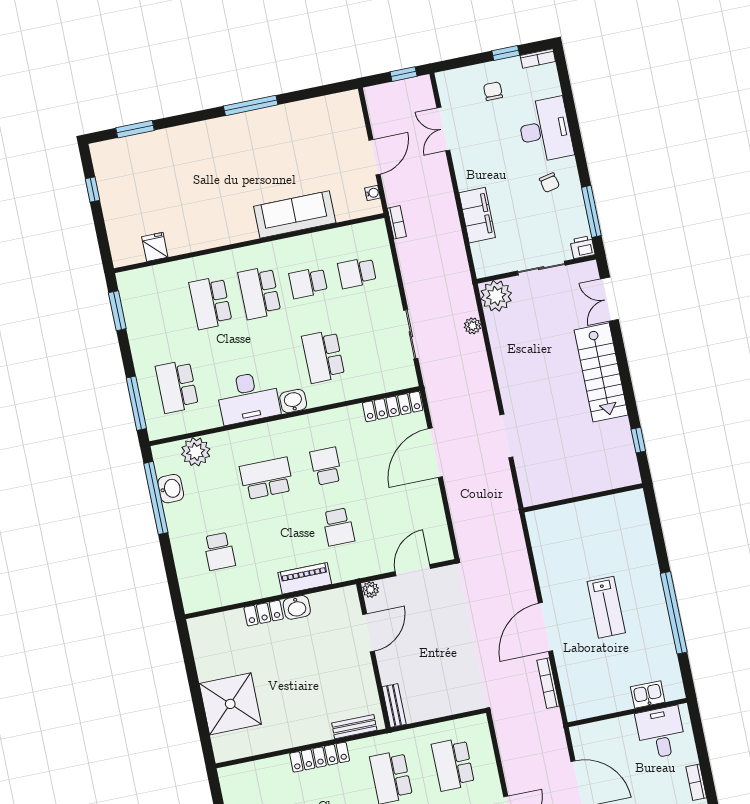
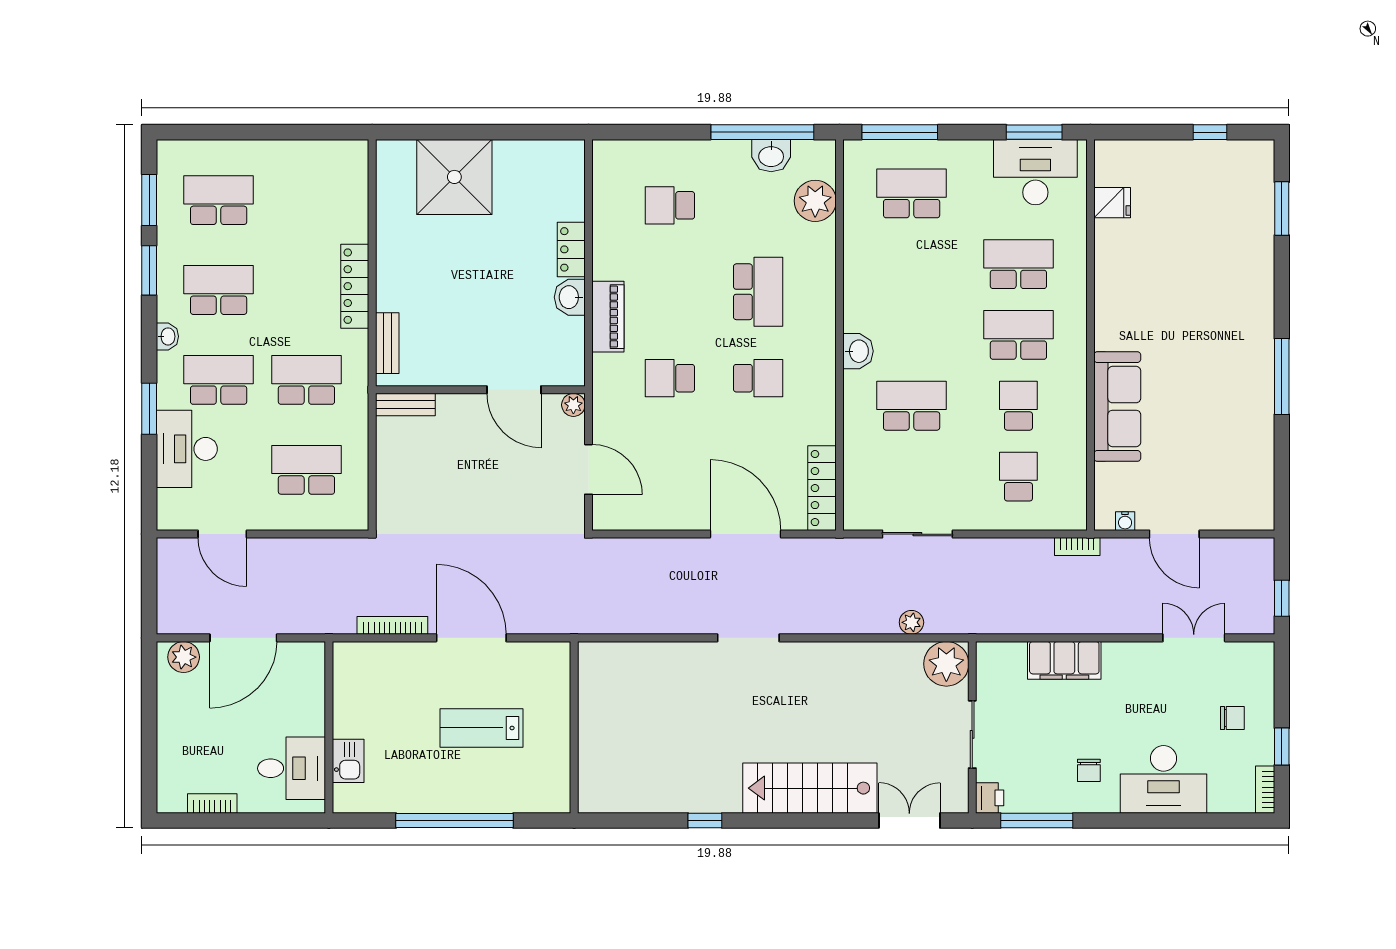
chair: (549, 183) -> (1089, 770), turned -78
desk: (248, 398) -> (1035, 172), moved, turned 90
wall: (583, 498) -> (574, 727), moved

